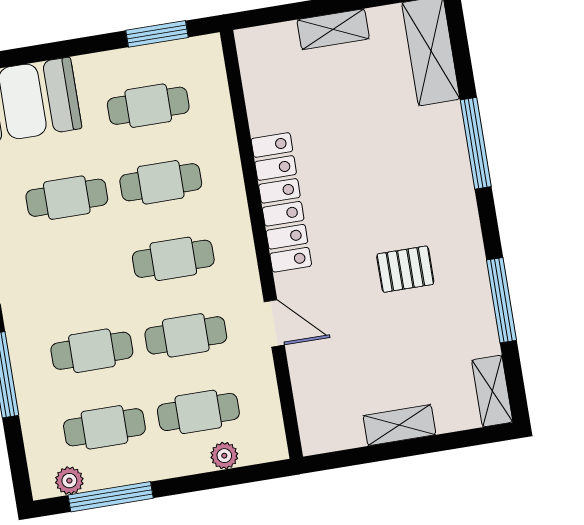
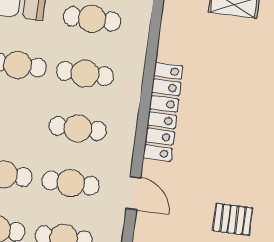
pallet: (405, 269) -> (233, 219), moved

